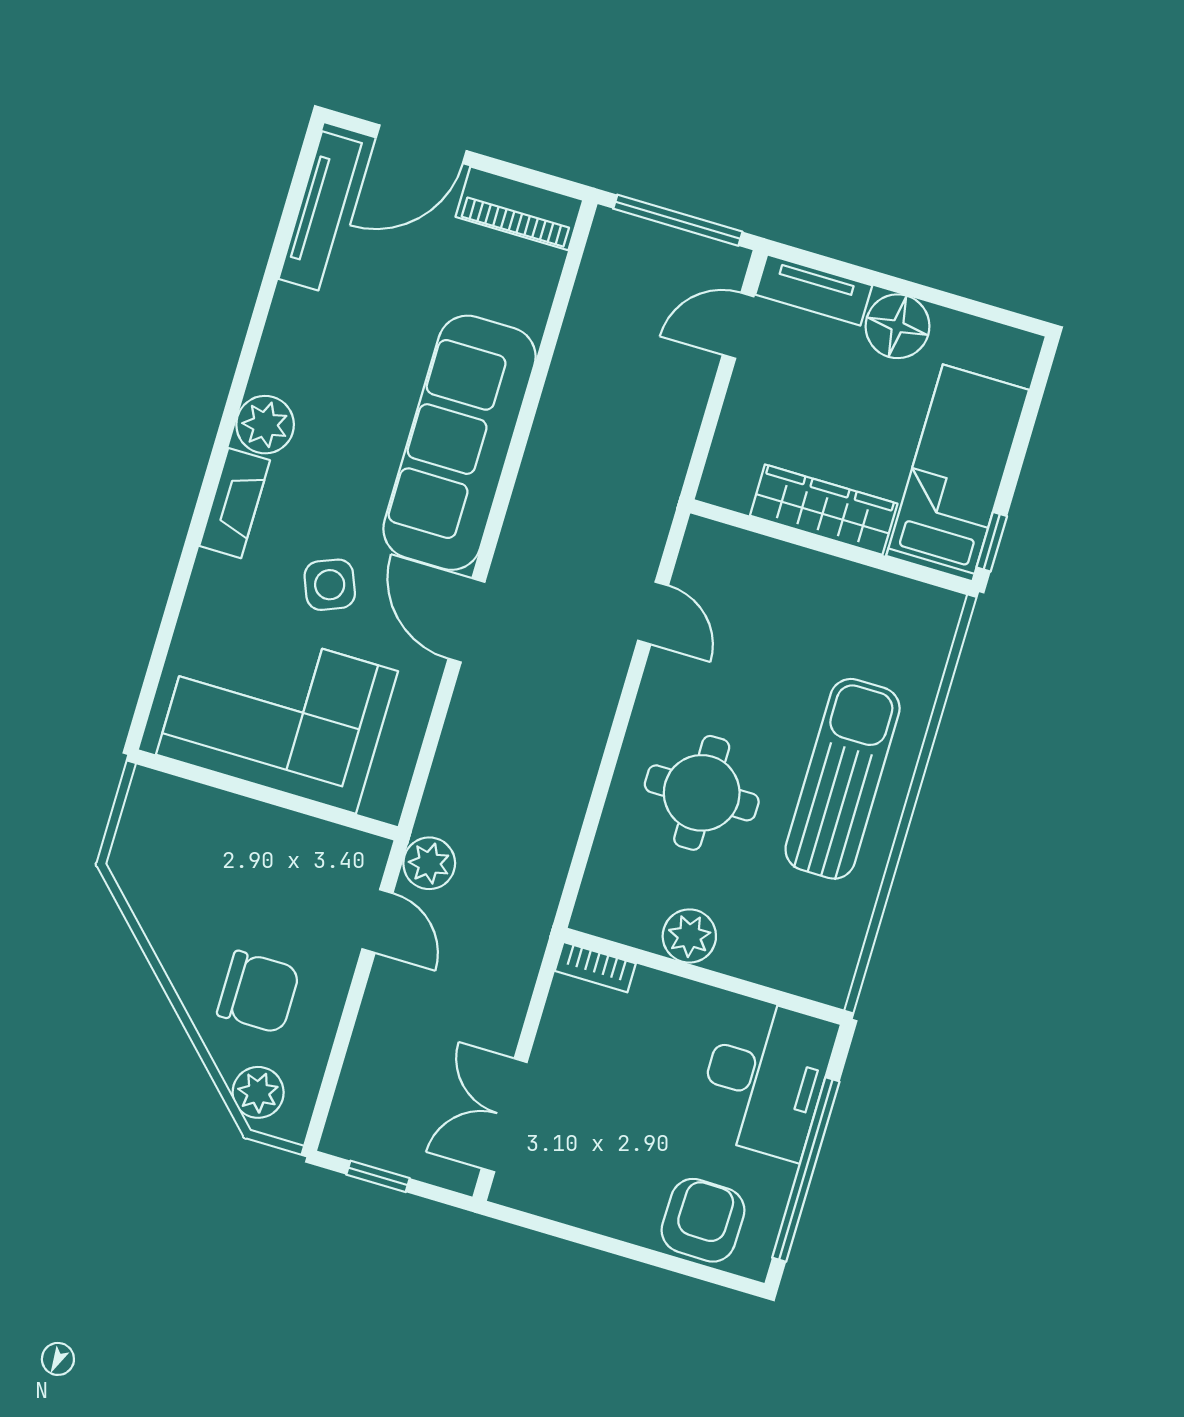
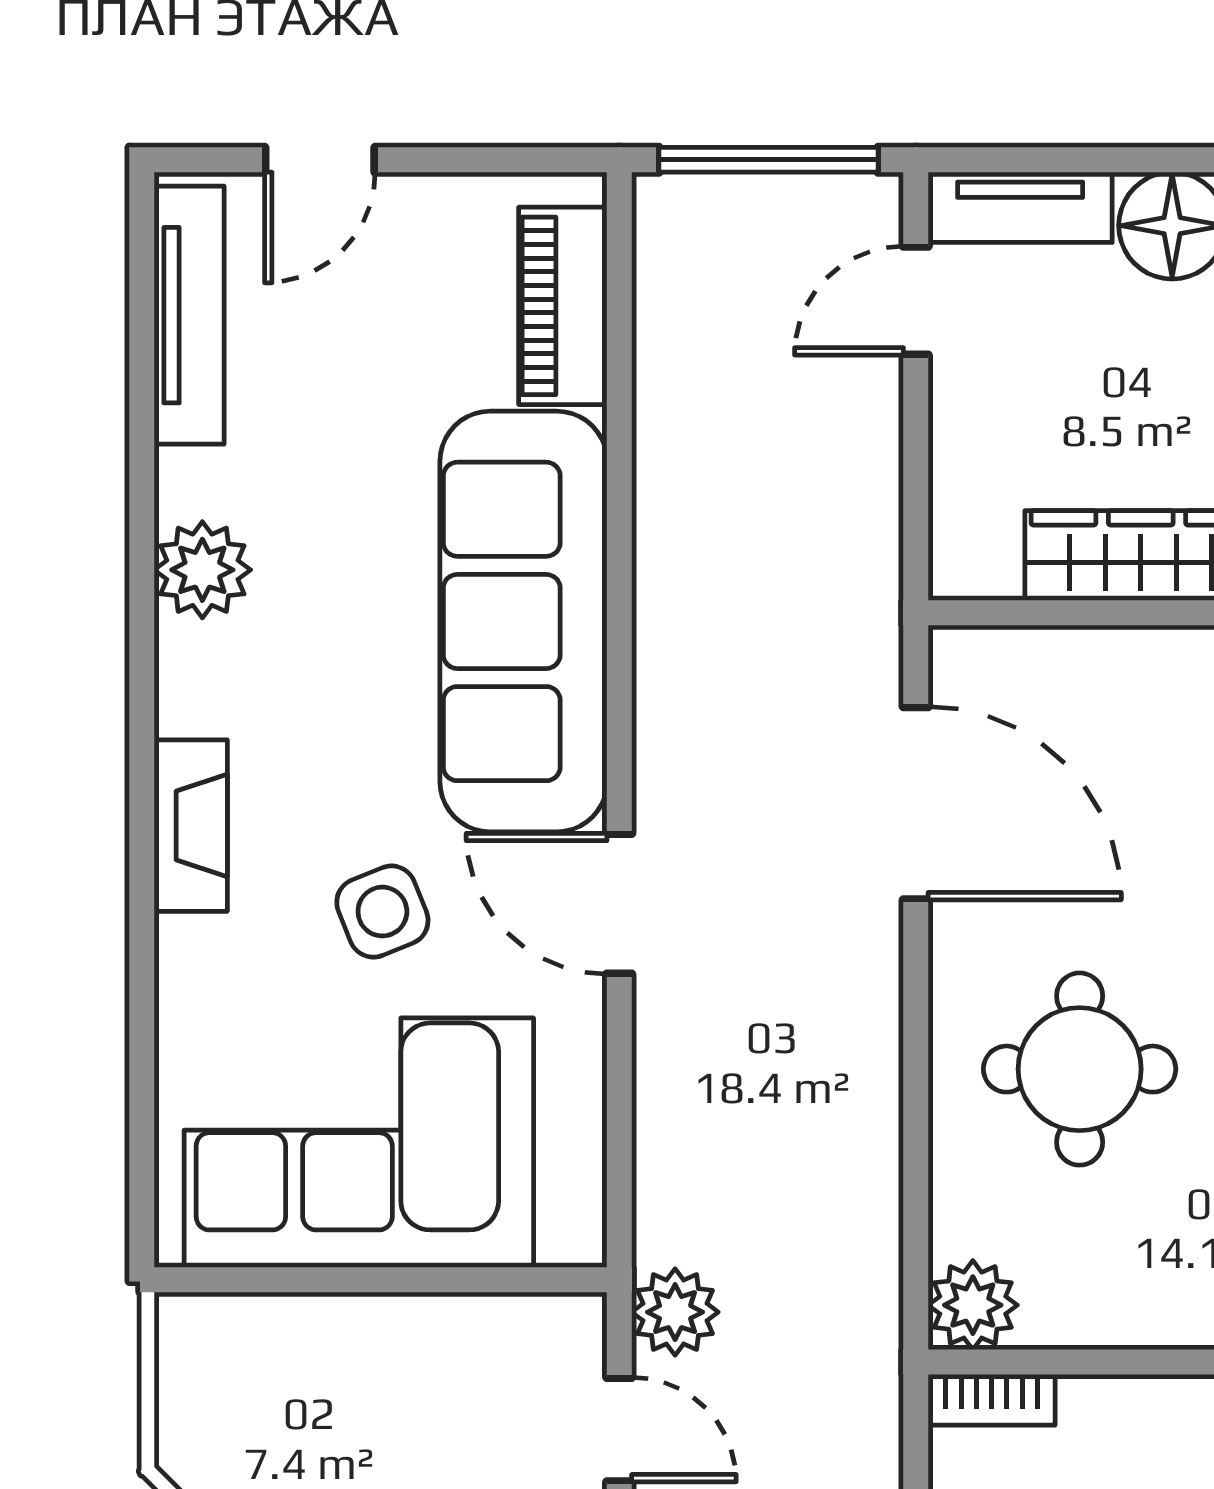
door: (421, 144) -> (320, 160), width x0.73
piano: (519, 208) -> (563, 306), moved, turned 90
plant: (265, 425) -> (202, 570), moved
door: (653, 613) -> (916, 803), width x1.87
plant: (689, 936) -> (973, 1305), moved

